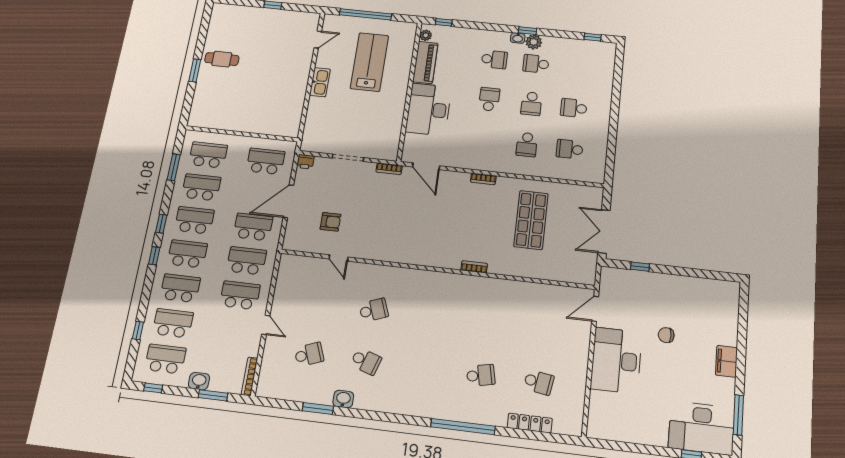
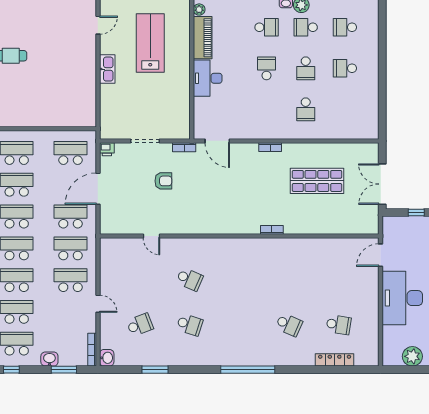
desk: (429, 109) -> (208, 78), width x0.73, depth x0.77
school desk: (570, 149) -> (345, 27), moved
shop shelf: (531, 220) -> (317, 181), turned 90
armchair: (331, 222) -> (163, 181), moved
school desk: (374, 310) -> (190, 279), turned 45
school desk: (481, 375) -> (289, 325), turned 36
washbasin: (343, 399) -> (107, 358), moved, turned 90
window: (463, 427) -> (248, 370), moved
plant: (623, 430) -> (412, 356), added

